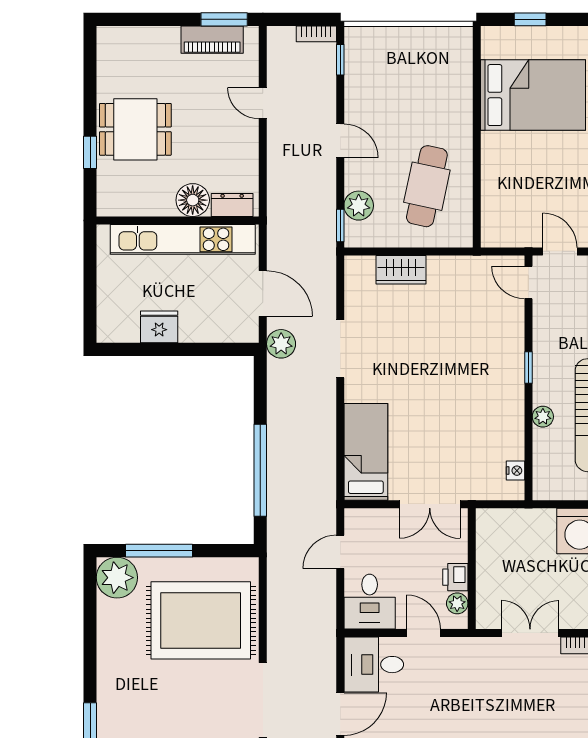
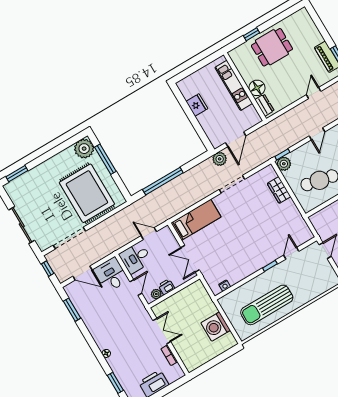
dining table: (135, 129) -> (272, 47), turned 90
plant: (359, 206) -> (284, 164), moved
kitchen unit: (183, 239) -> (234, 85), width x0.73
door: (528, 282) -> (291, 253), moved
plant: (543, 417) -> (253, 284), removed

